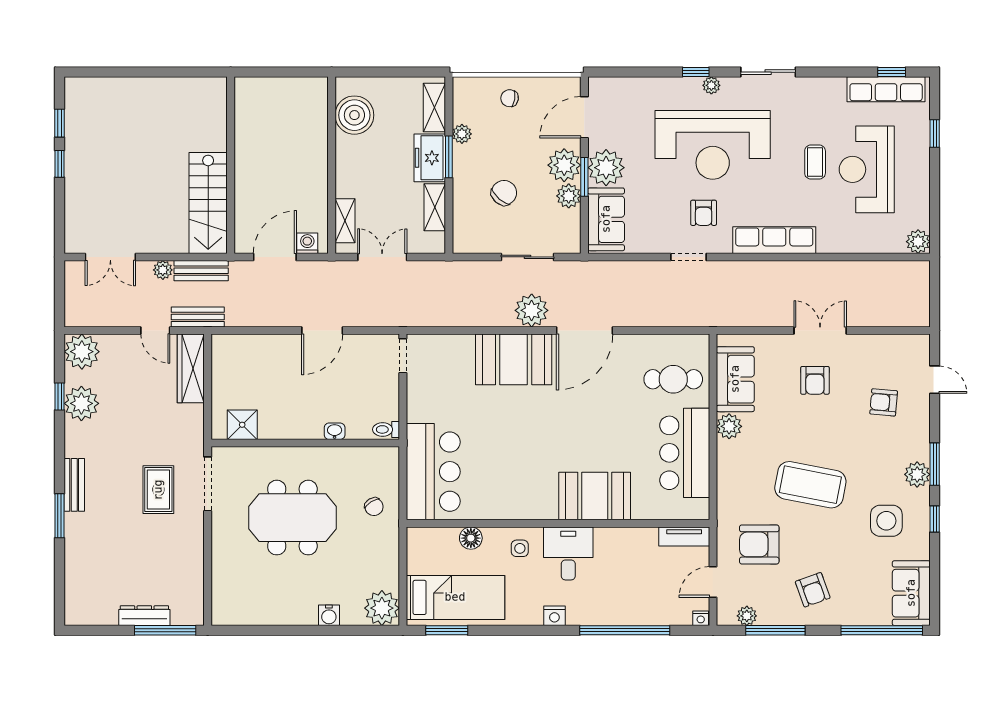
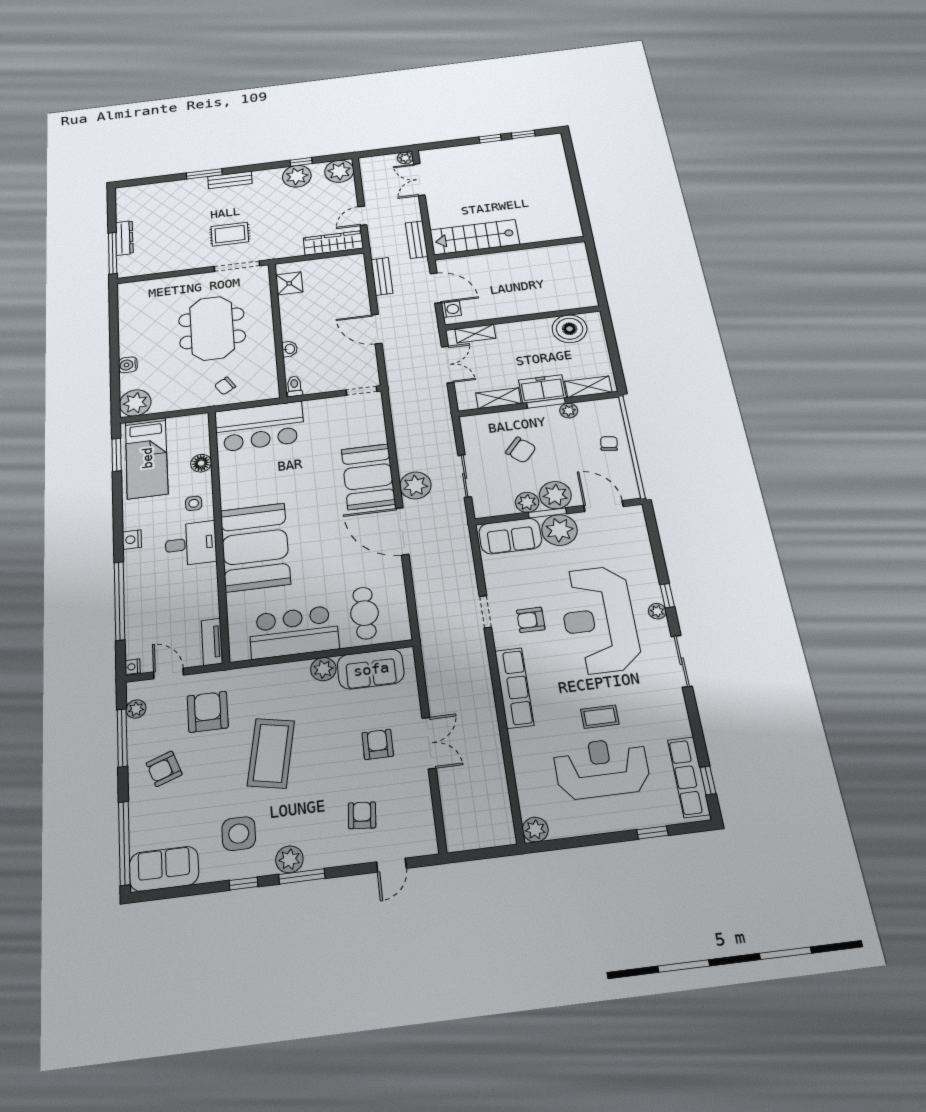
plant: (163, 270) -> (405, 158), moved
bench: (198, 317) -> (382, 276), moved
armchair: (815, 380) -> (378, 744), turned 90
booth: (595, 496) -> (255, 547), width x1.36, depth x1.42

